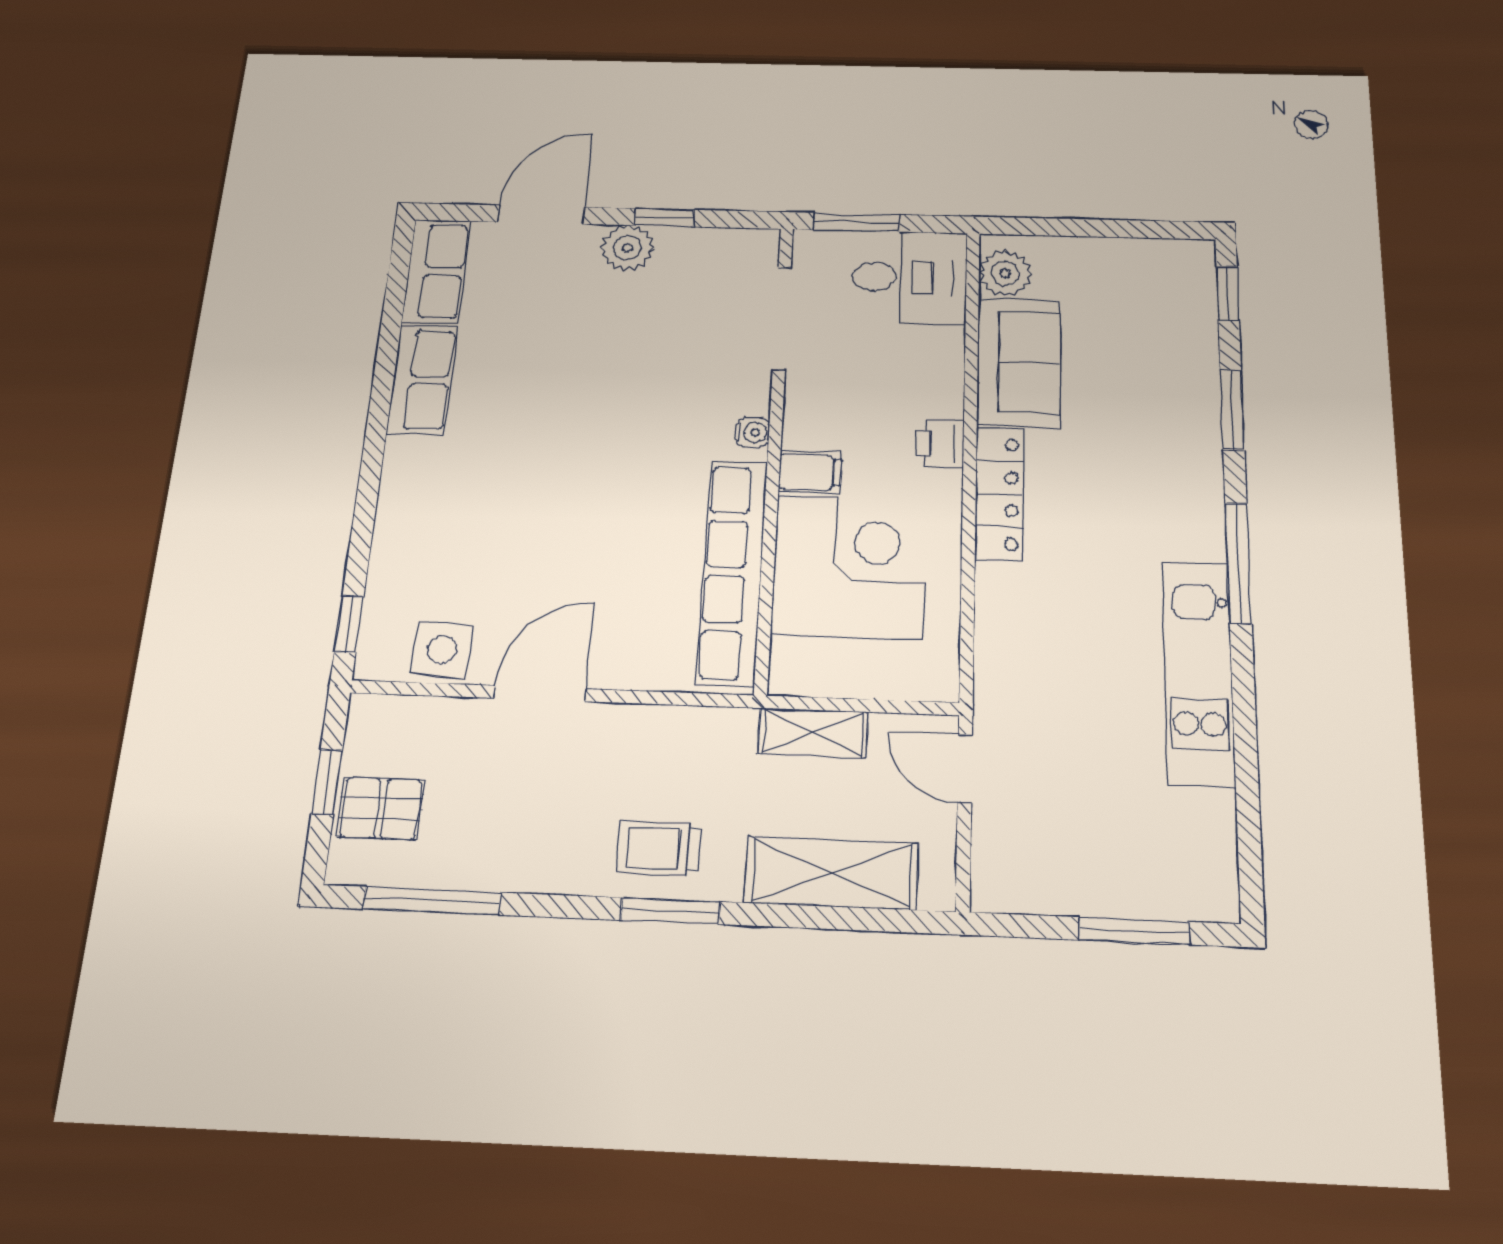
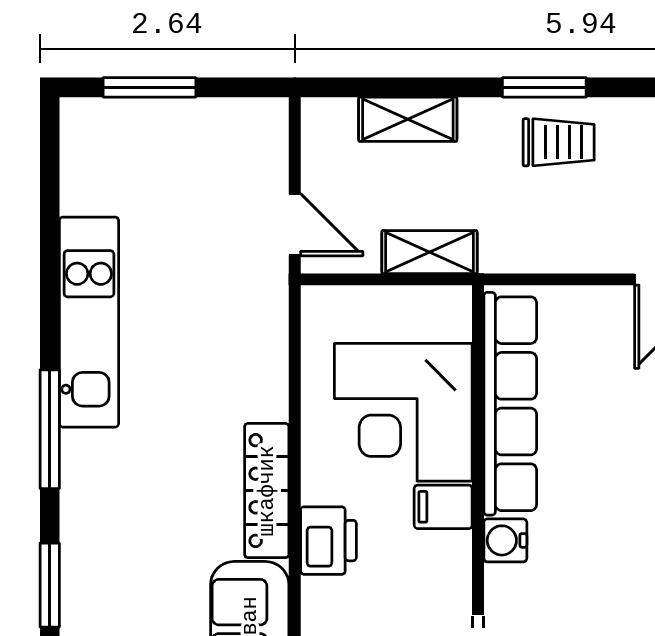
water cooler: (753, 432) -> (505, 540), width x1.38, depth x1.38
printer: (940, 444) -> (328, 541), width x1.36, depth x1.24
shelving: (832, 873) -> (408, 119), width x0.67, depth x0.75

